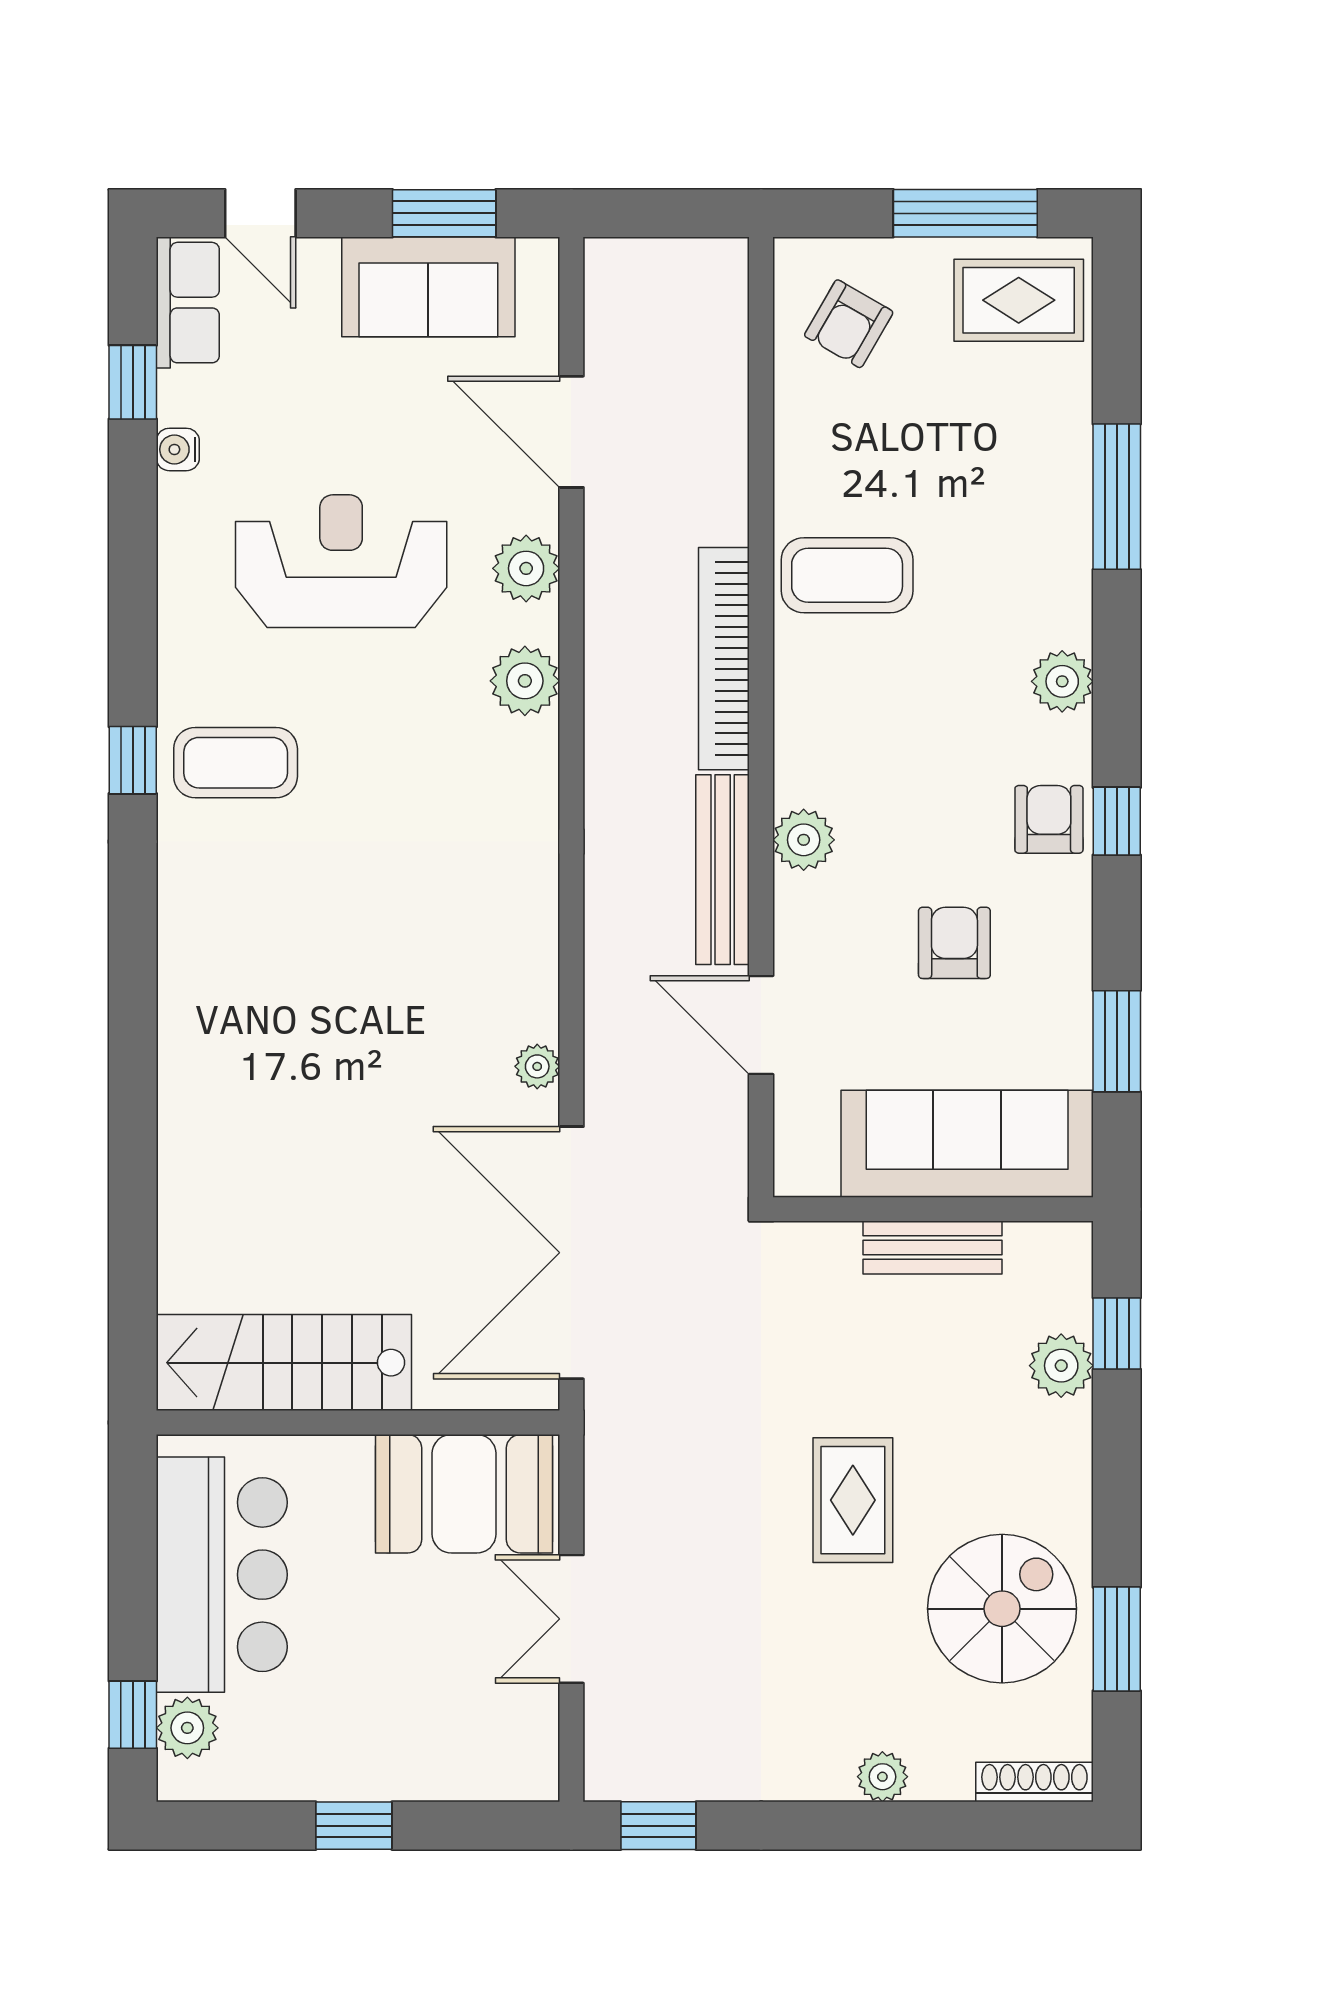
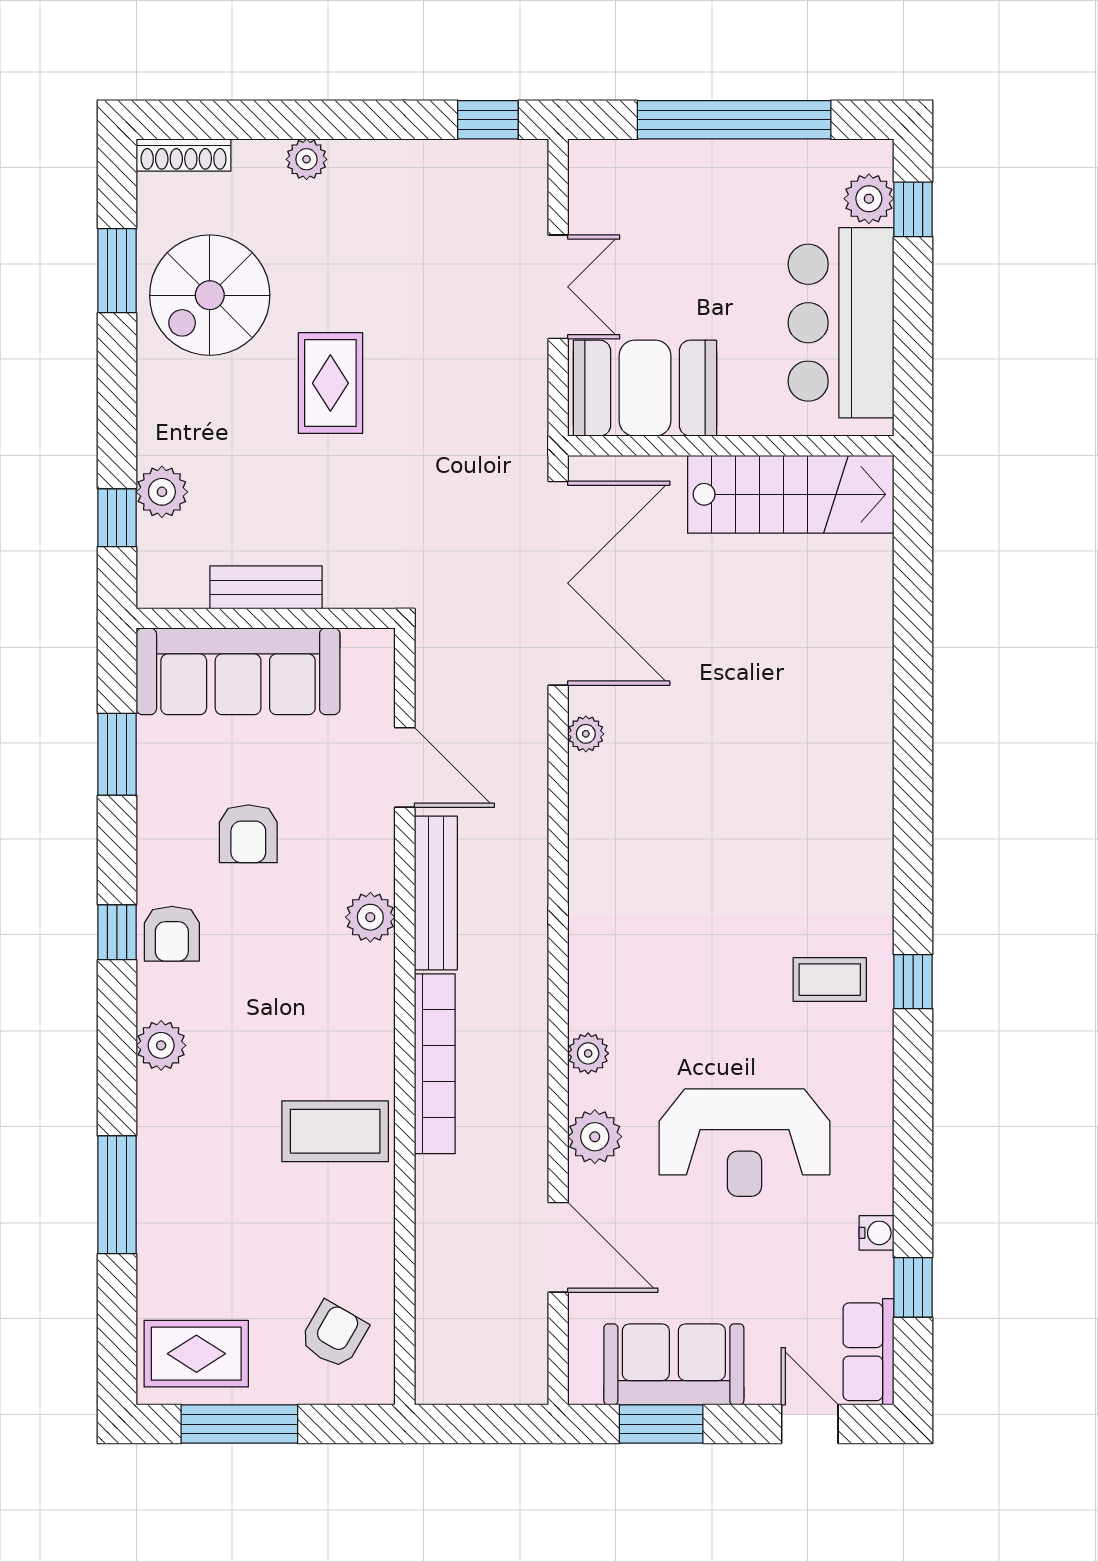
plant: (525, 681) -> (588, 1053), width x0.73, depth x0.73
coffee table: (236, 763) -> (830, 980), width x0.73, depth x0.77
window: (354, 1826) -> (734, 120), width x3.17

